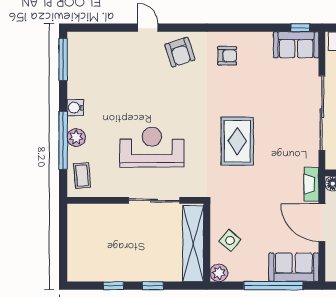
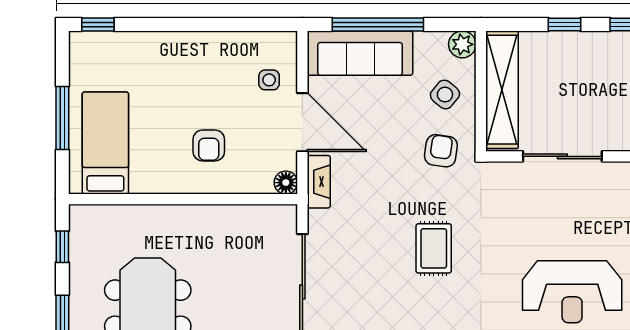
rug: (237, 141) -> (434, 248), width x0.73, depth x0.70
reception desk: (152, 147) -> (572, 292), moved
armchair: (233, 204) -> (441, 151), added
sofa: (294, 267) -> (360, 53), width x1.36

